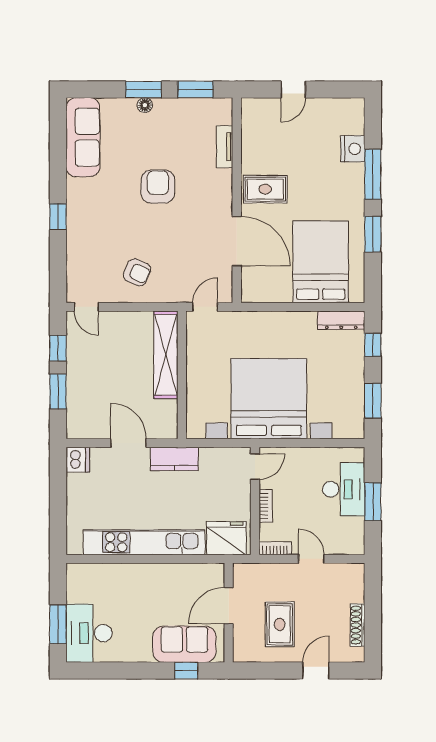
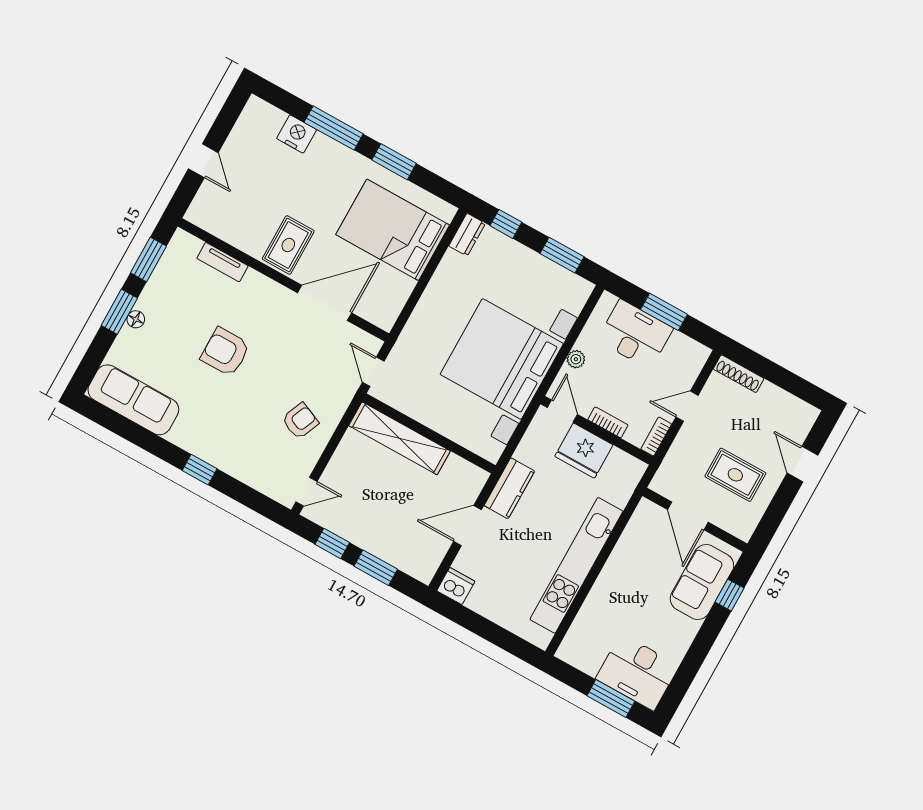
dresser: (341, 320) -> (467, 235), width x0.70
plant: (300, 455) -> (576, 359), added
fridge: (226, 538) -> (584, 451), moved, turned -90
shoe rack: (357, 625) -> (739, 374), moved

